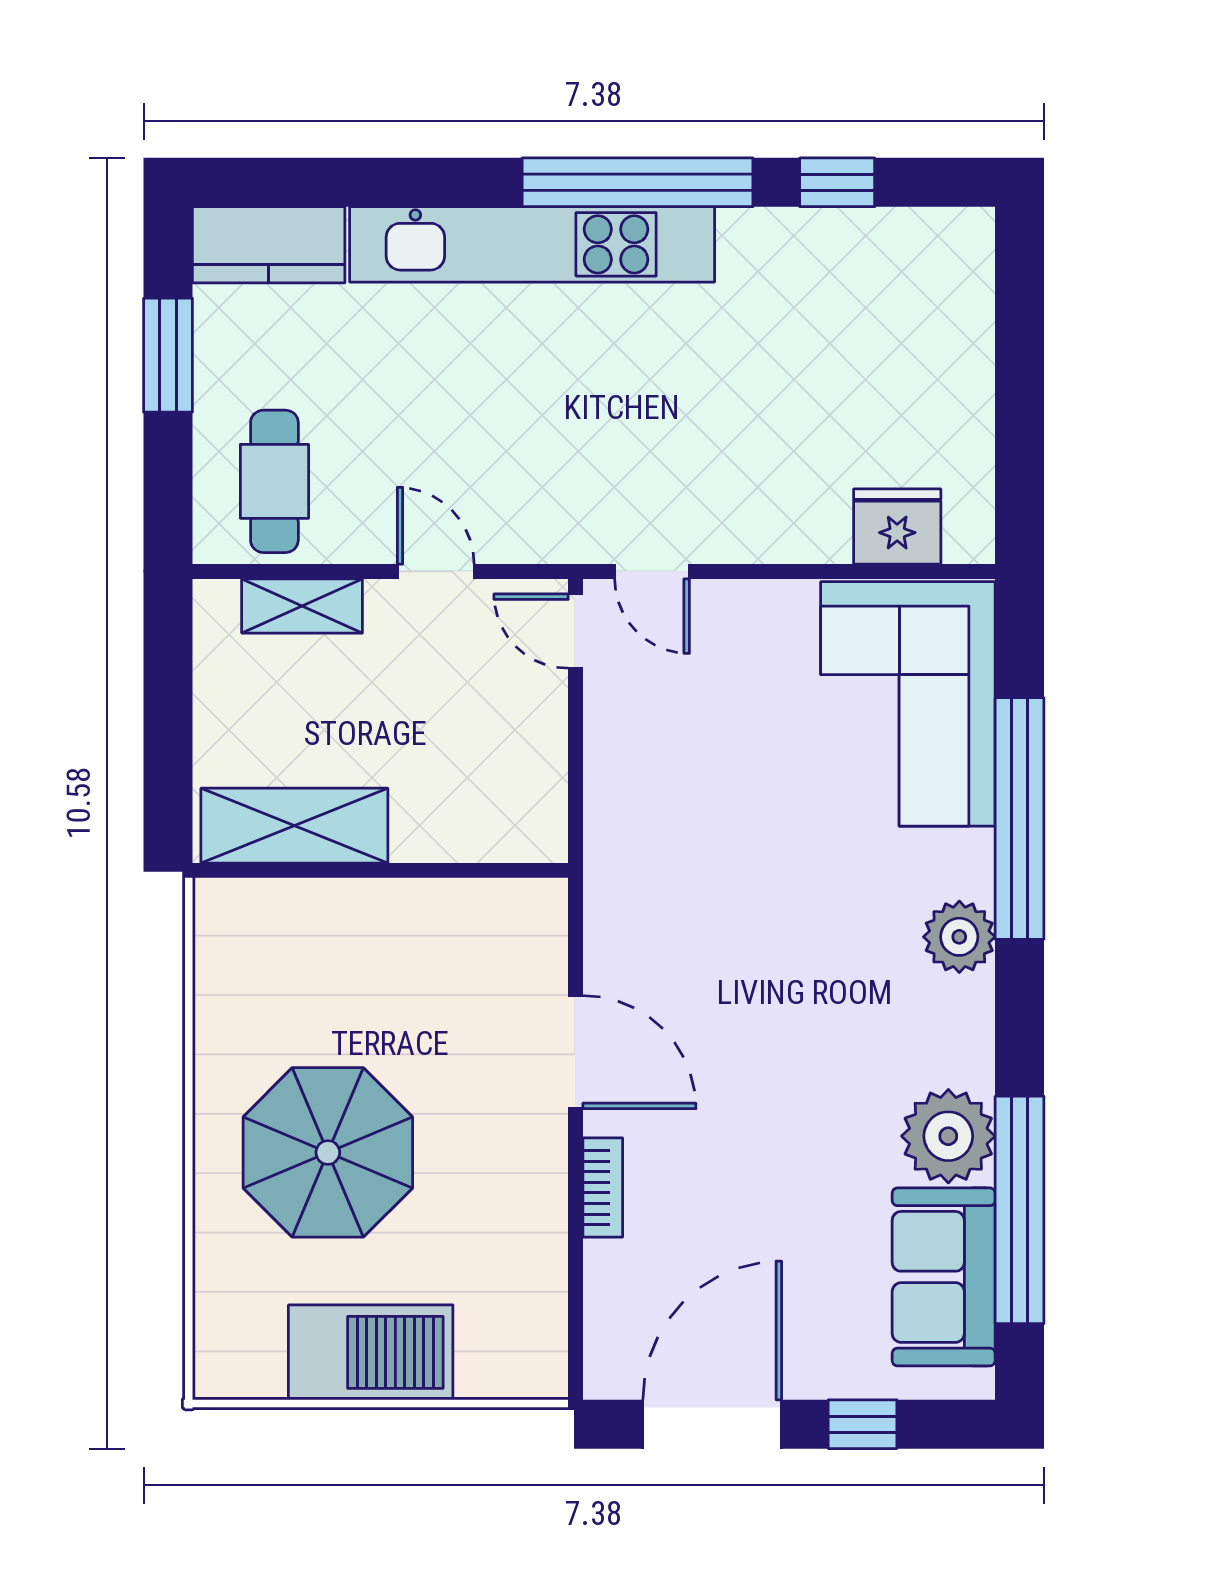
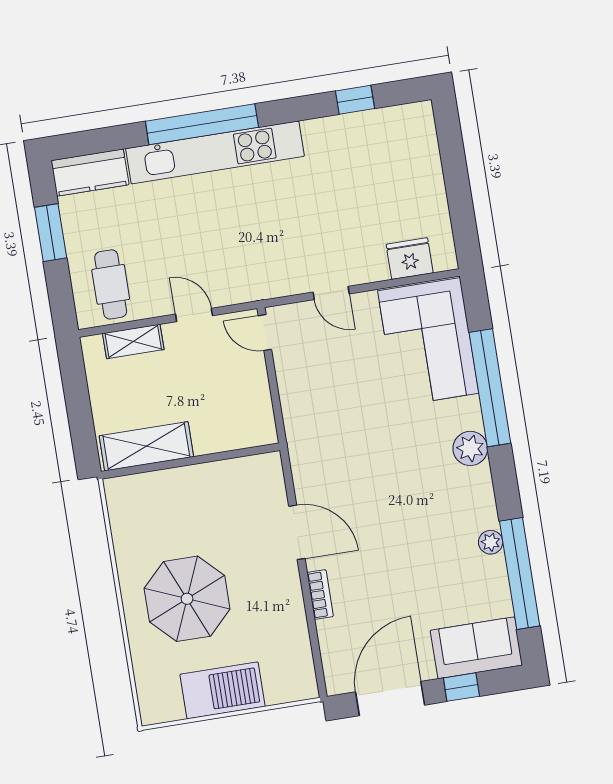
window: (638, 182) -> (202, 124), moved
door: (652, 571) -> (331, 293), moved
plant: (948, 1136) -> (491, 542), width x0.53, depth x0.53
sofa: (944, 1277) -> (476, 648), moved, turned 90

